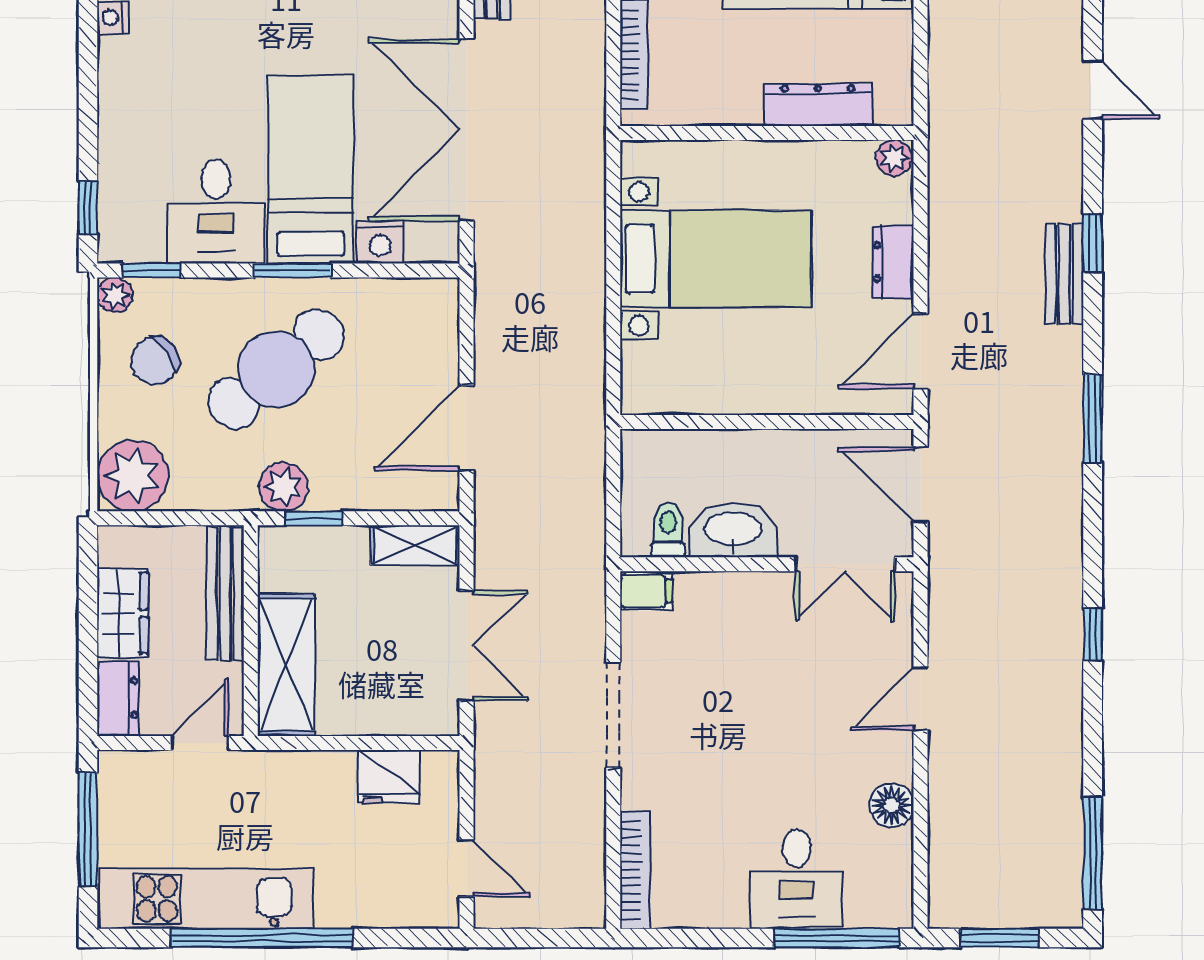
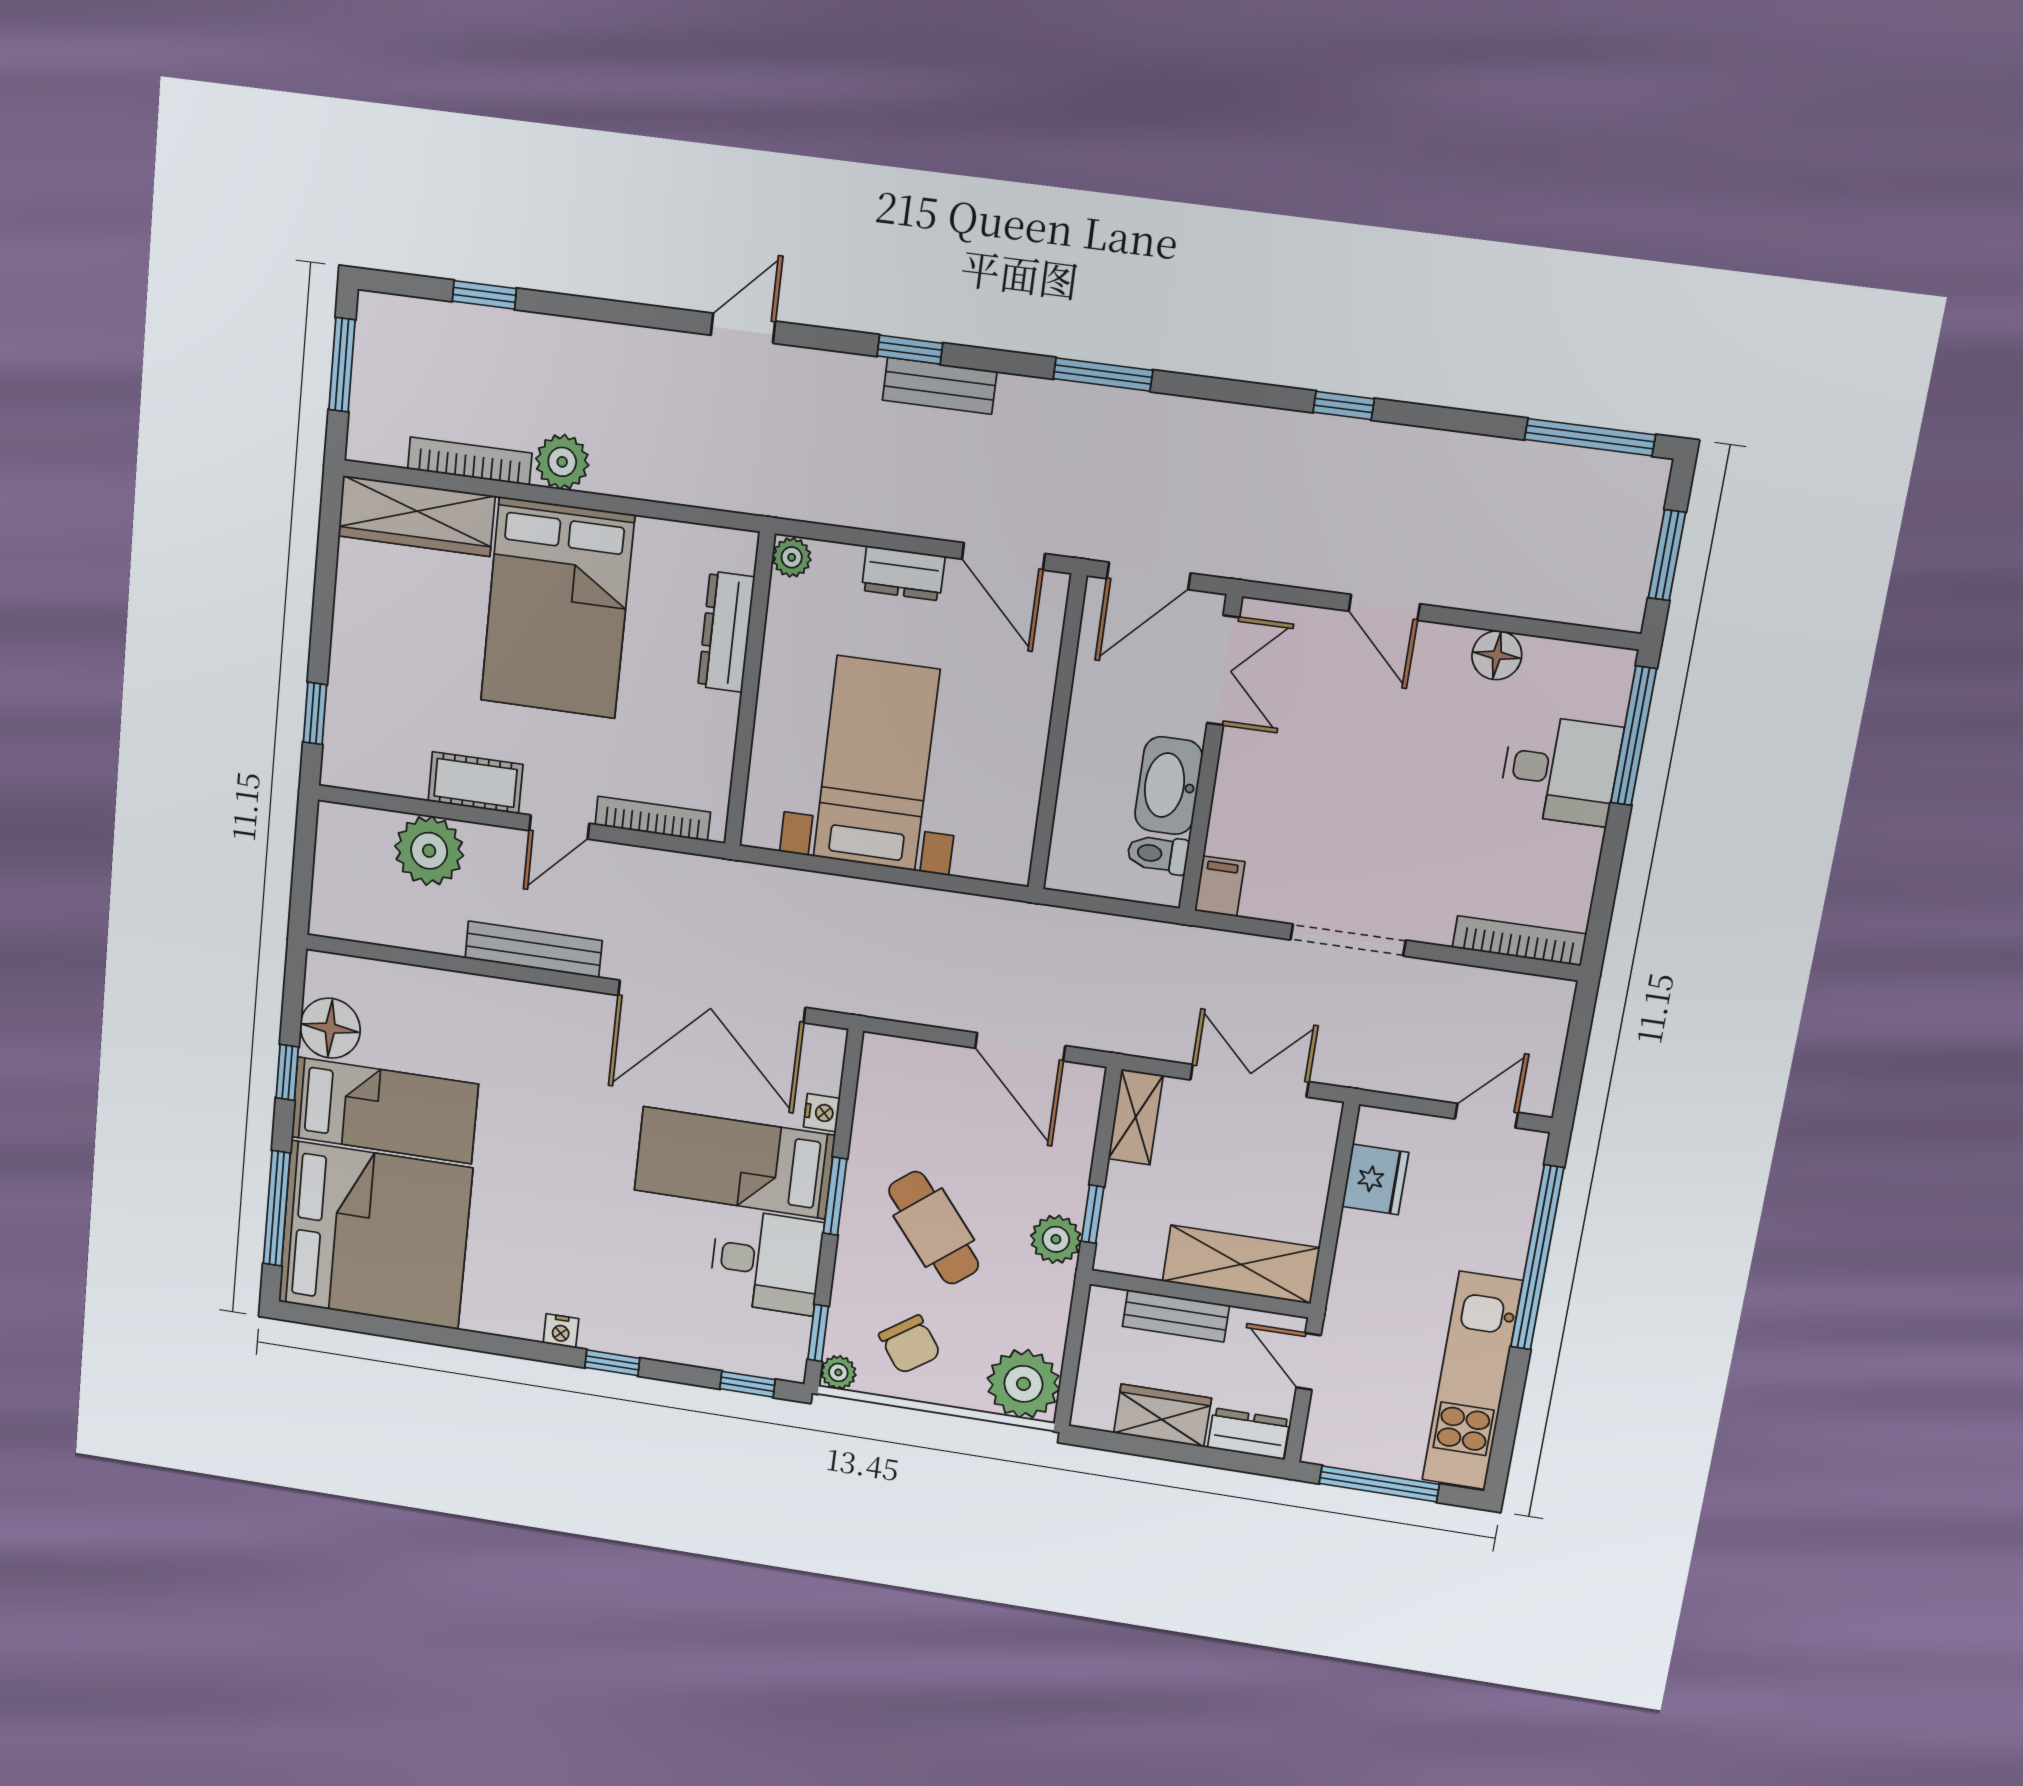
window: (88, 72) -> (612, 1363), added
nightstand: (380, 242) -> (822, 1113), width x0.72, depth x0.74
cafe table: (276, 369) -> (934, 1228), width x0.73, depth x0.74
bench: (225, 593) -> (1176, 1316), width x0.73
window: (262, 938) -> (1537, 1258), moved

